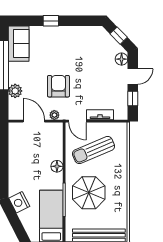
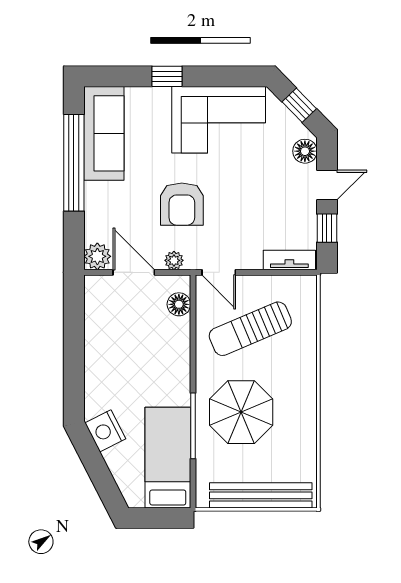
corner sofa: (77, 43) -> (219, 120), added
sofa: (19, 44) -> (104, 133), width x1.36
armchair: (58, 86) -> (182, 204), turned 180
plant: (15, 91) -> (97, 256), moved
tv unit: (100, 115) -> (289, 260), moved
floor lamp: (57, 166) -> (179, 304), moved

